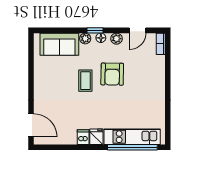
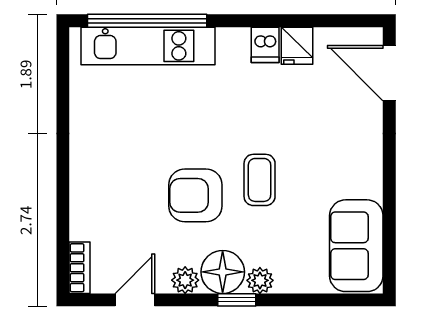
floor lamp: (101, 38) -> (223, 272), width x1.89, depth x1.89
sofa: (59, 44) -> (356, 246), moved, turned -90
armchair: (112, 74) -> (195, 195), turned -91
fridge: (96, 137) -> (297, 46), moved

